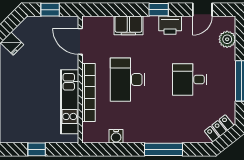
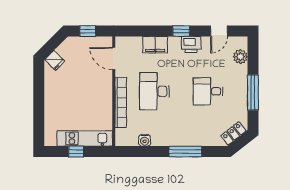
kitchen unit: (70, 102) -> (85, 138), moved, turned 90

